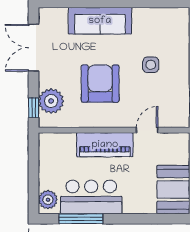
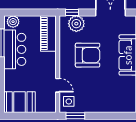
side table: (151, 65) -> (69, 101), moved
piano: (105, 145) -> (48, 33), moved

